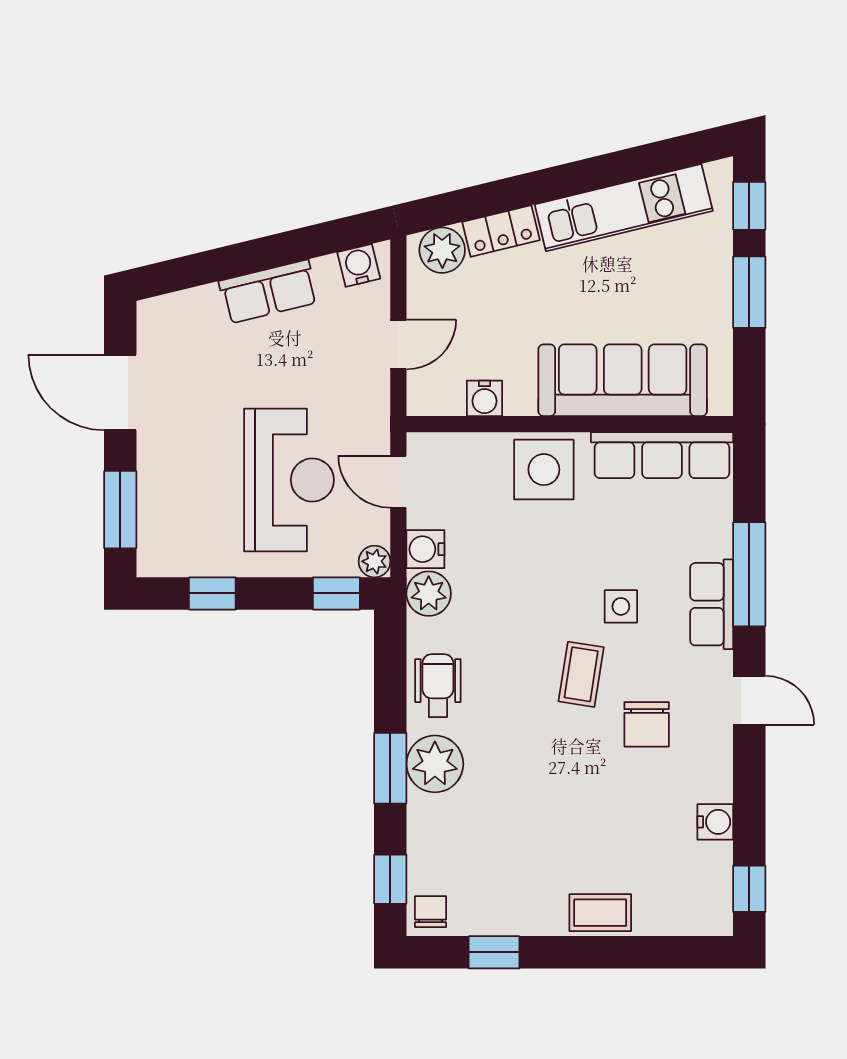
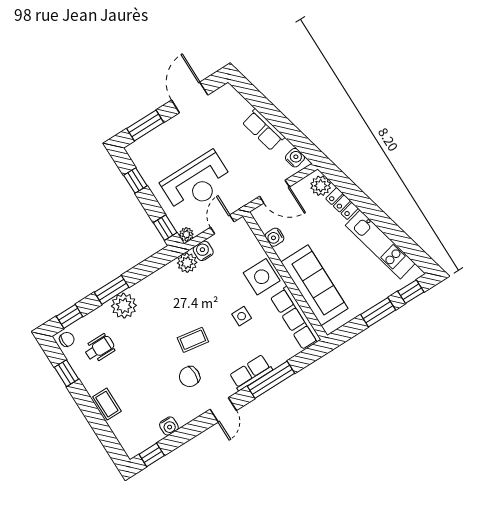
door: (398, 344) -> (274, 192), width x1.37
side table: (621, 606) -> (242, 316), moved
wheelchair: (438, 686) -> (100, 348), moved

